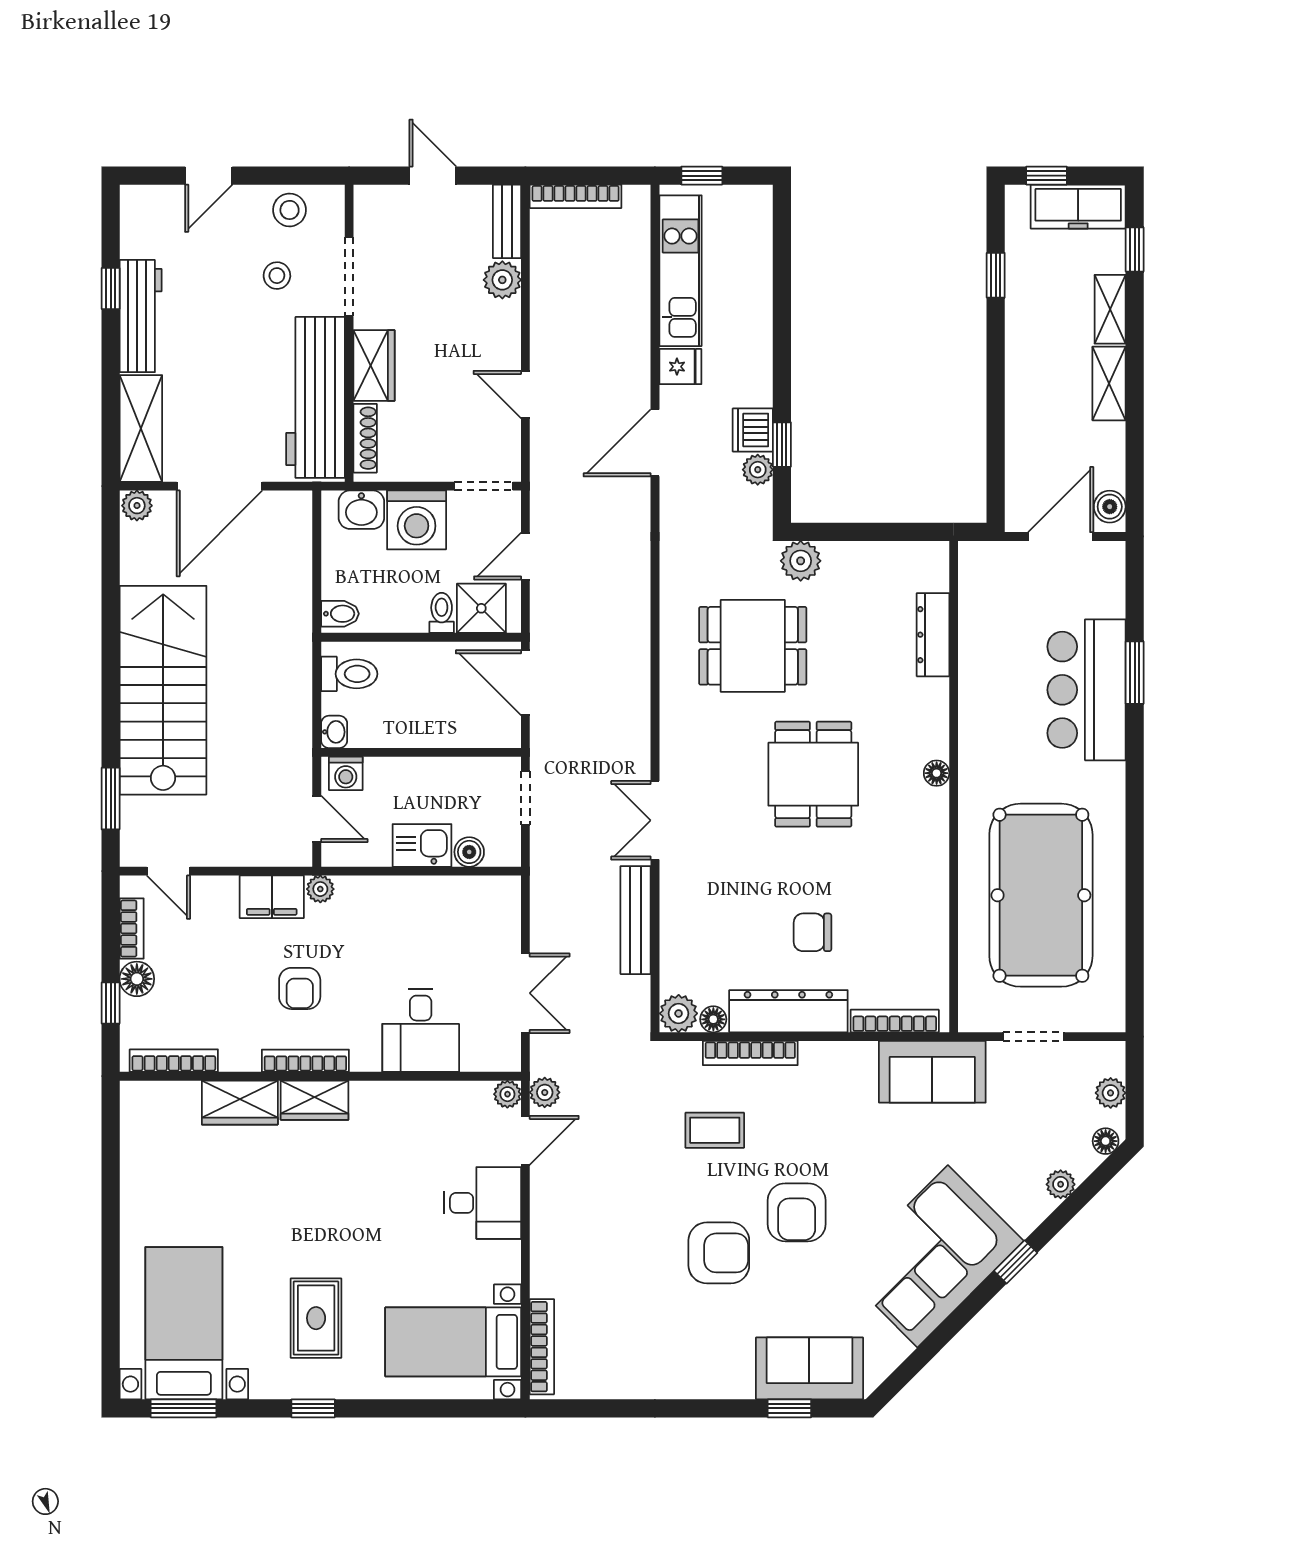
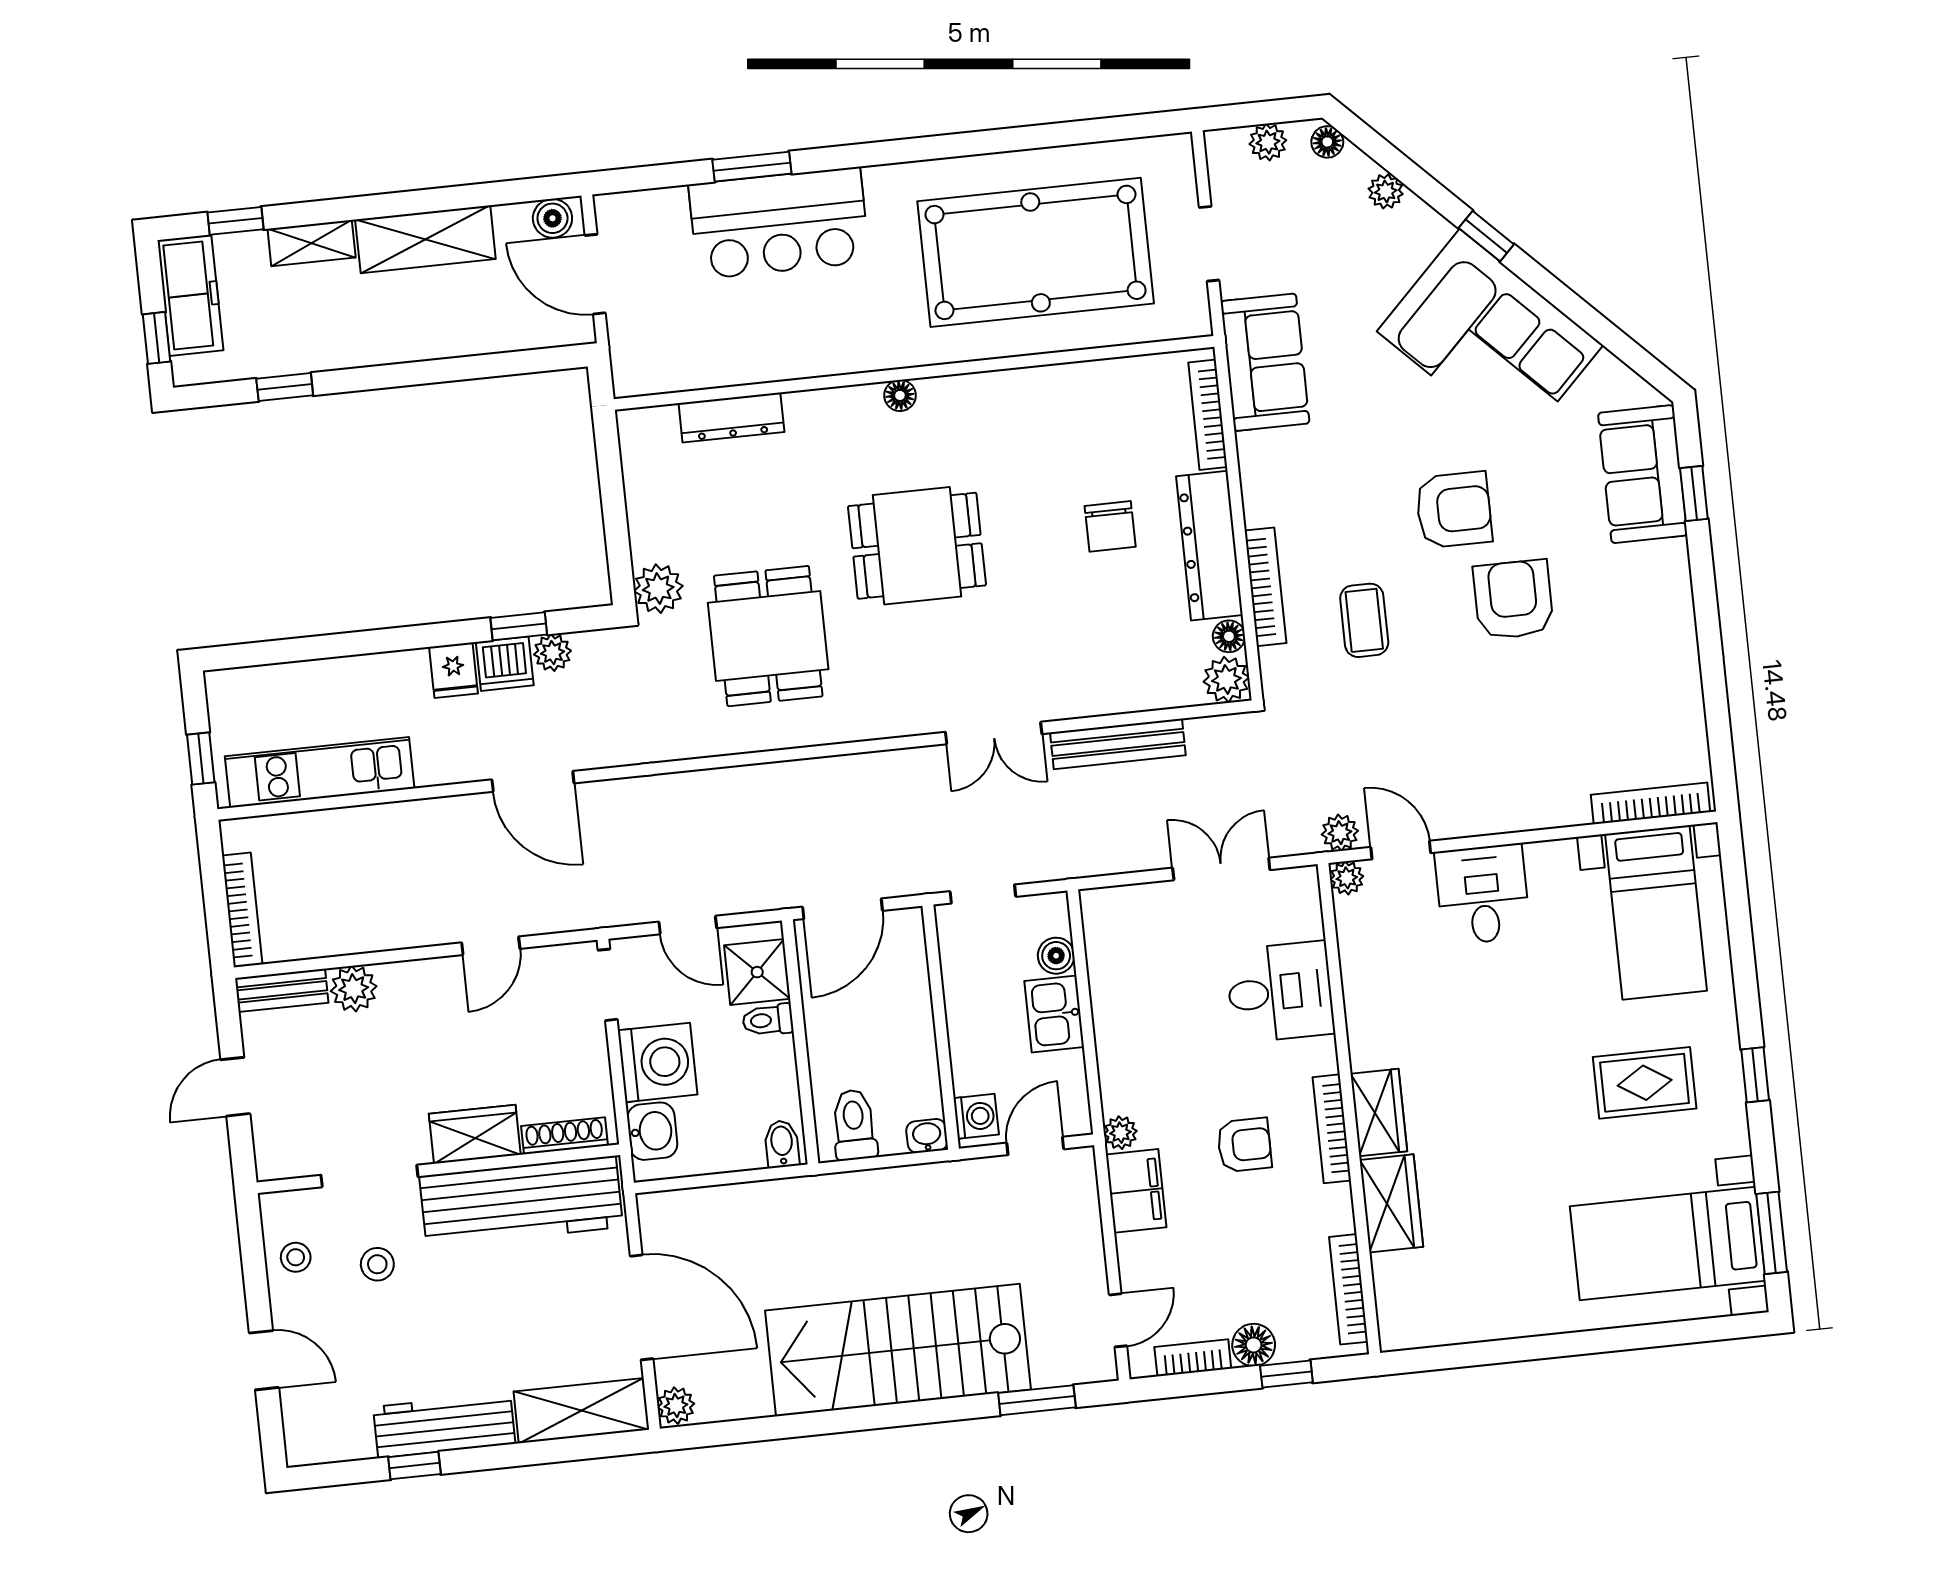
stool: (290, 210) -> (296, 1257), width x0.73, depth x0.73
fridge: (680, 367) -> (453, 670), moved, turned 180
shelving: (1109, 383) -> (425, 239), width x1.50, depth x1.33

